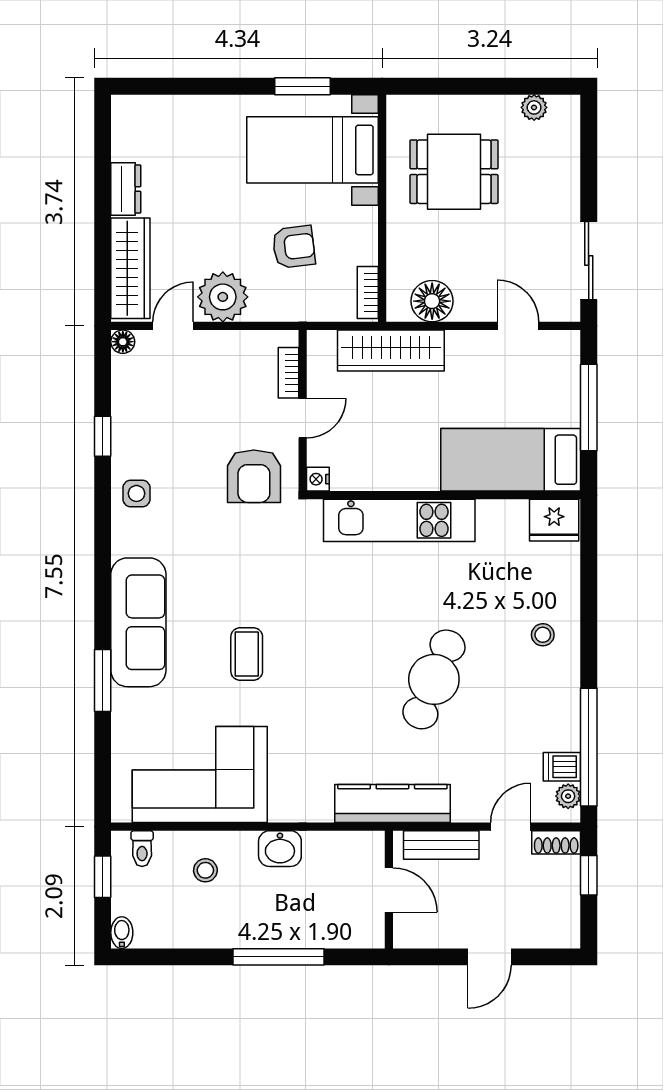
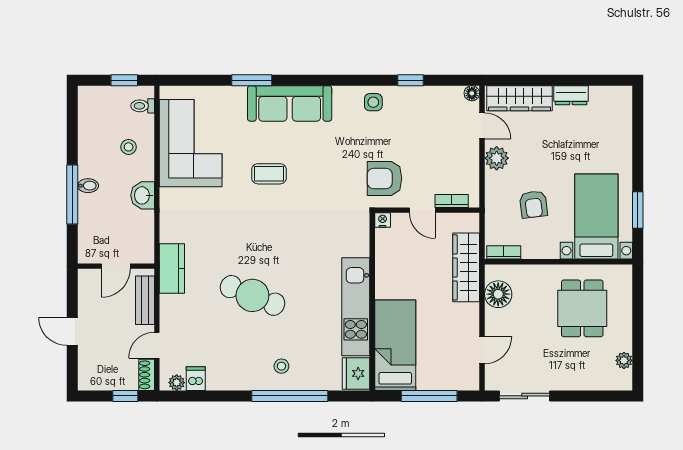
plant: (223, 297) -> (497, 158), width x0.73, depth x0.73
kitchen unit: (399, 520) -> (356, 307), moved
window: (589, 747) -> (290, 396), moved
kitchen counter: (392, 803) -> (172, 268), width x0.67
door: (511, 827) -> (157, 345), swing flipped
bidet: (122, 933) -> (88, 186), moved

